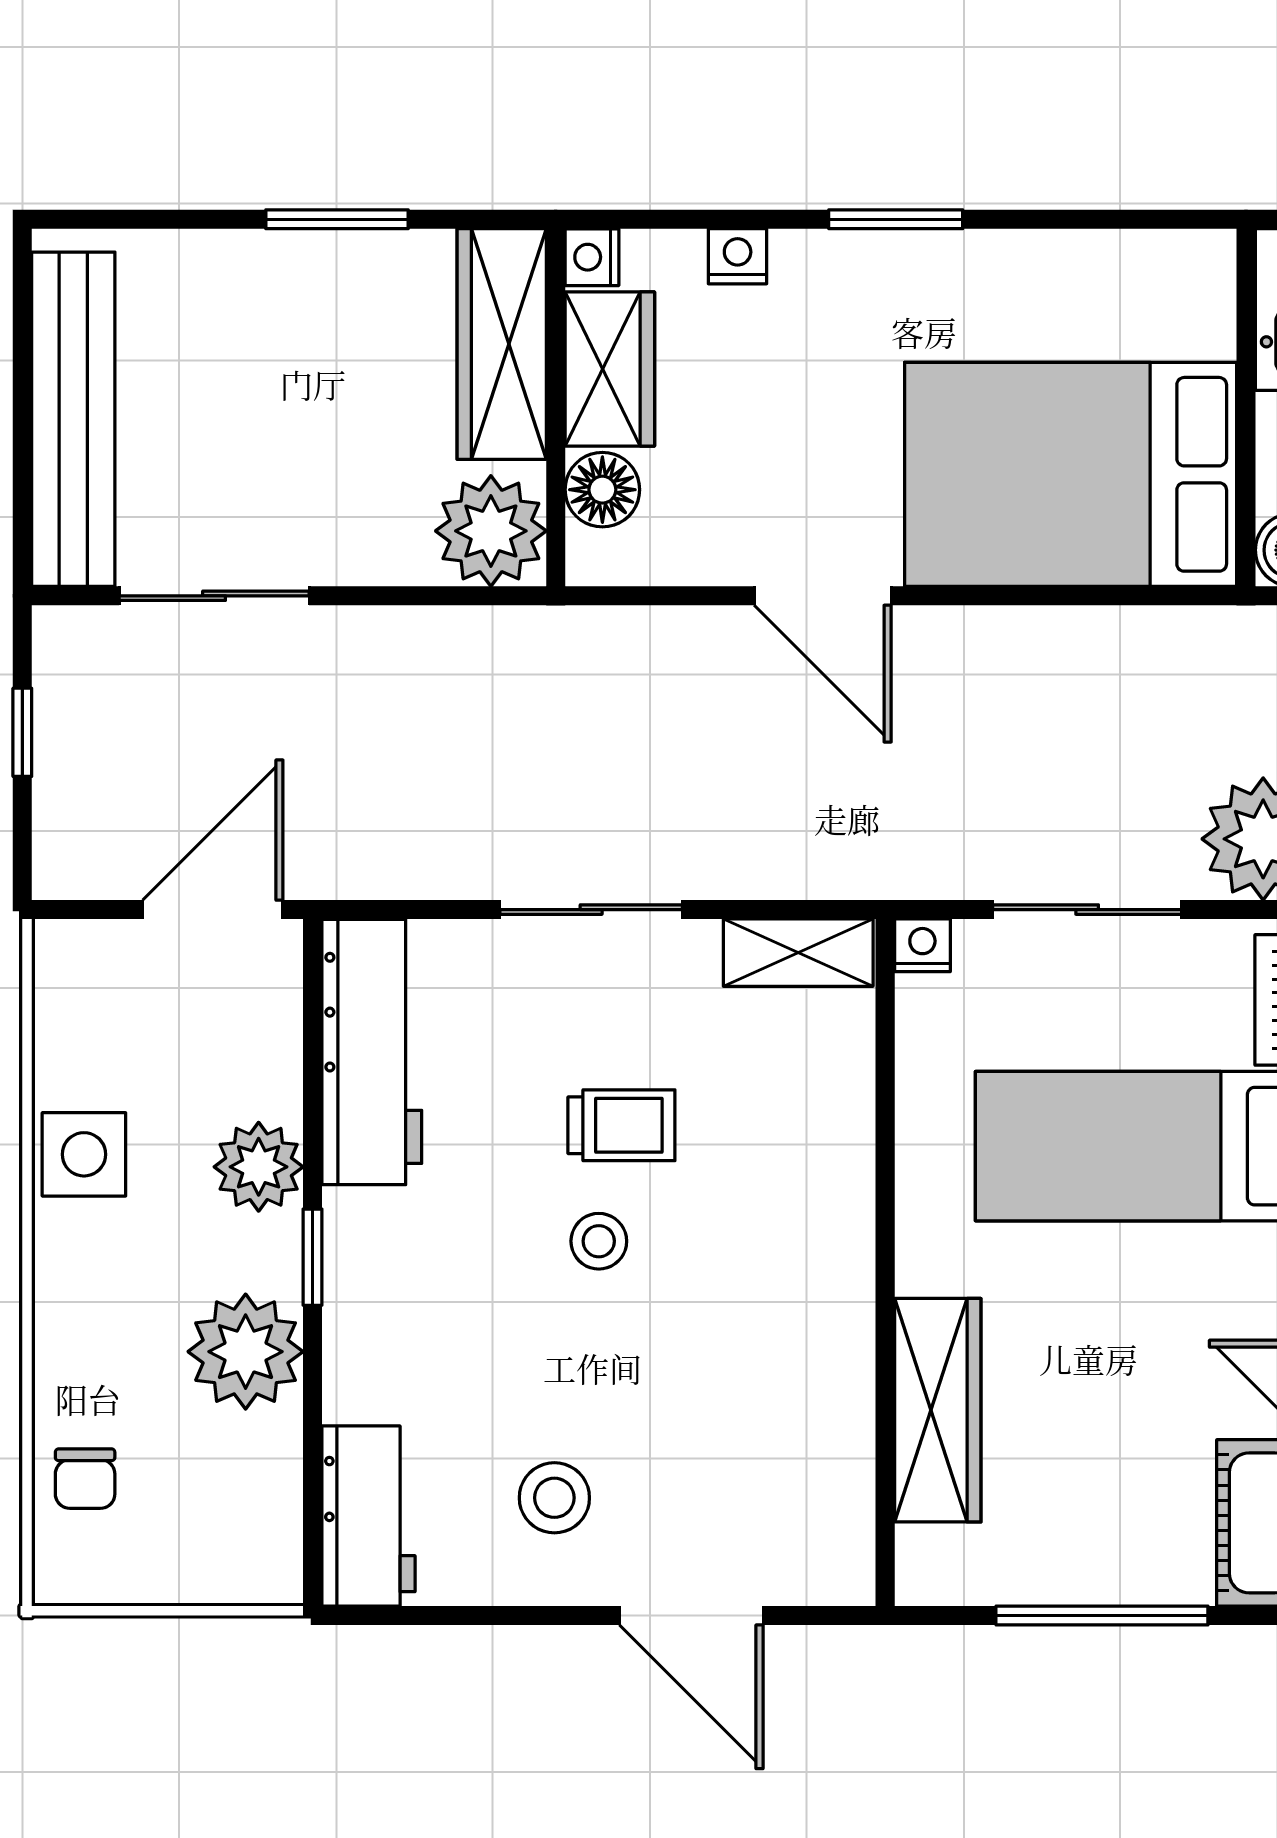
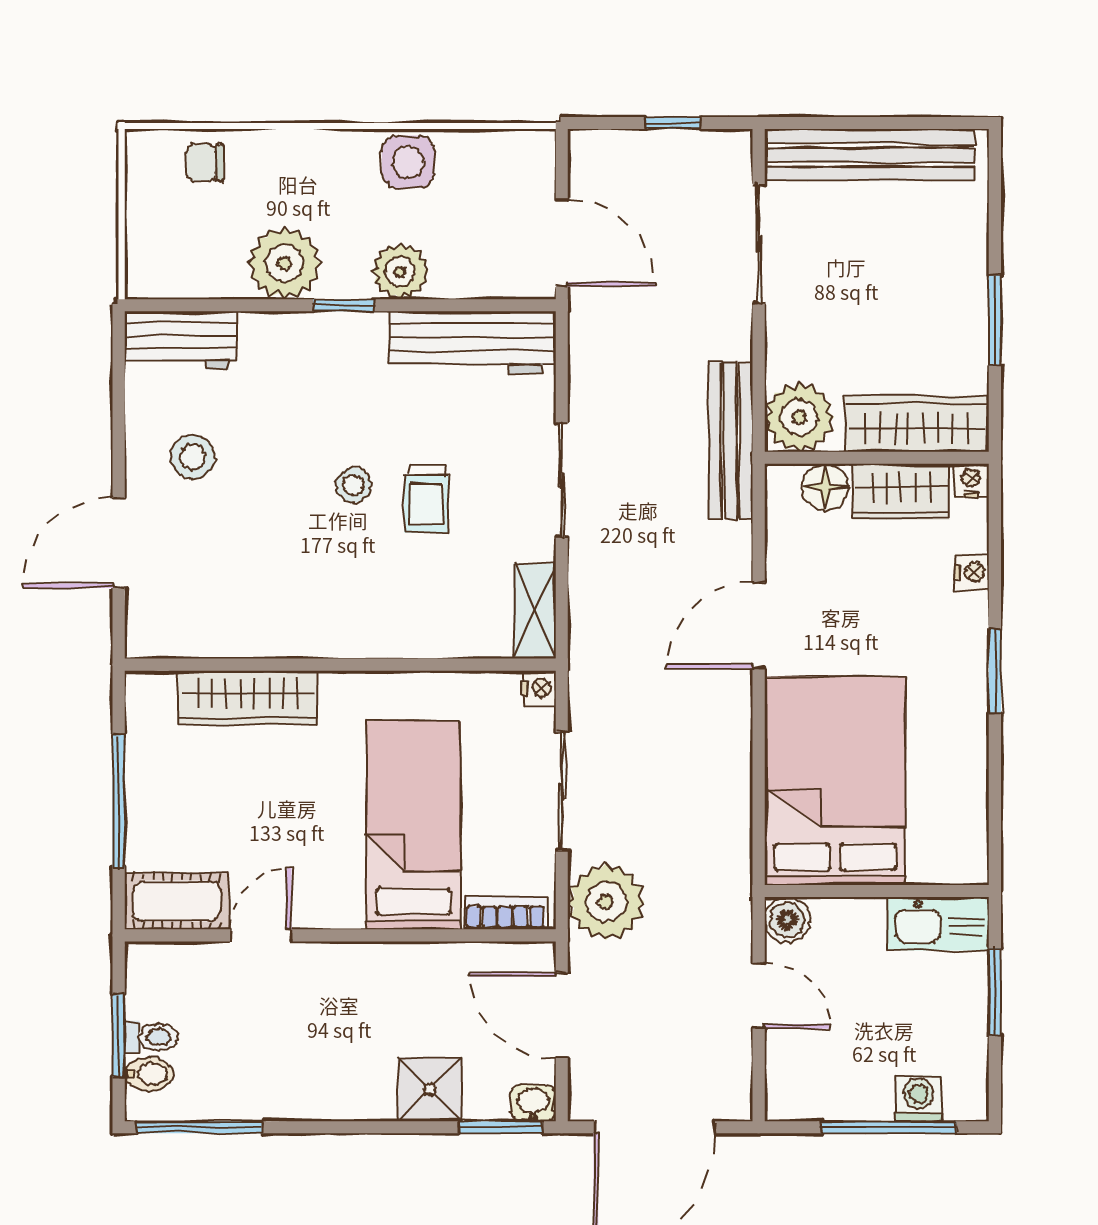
bench: (528, 640) -> (731, 441), added

